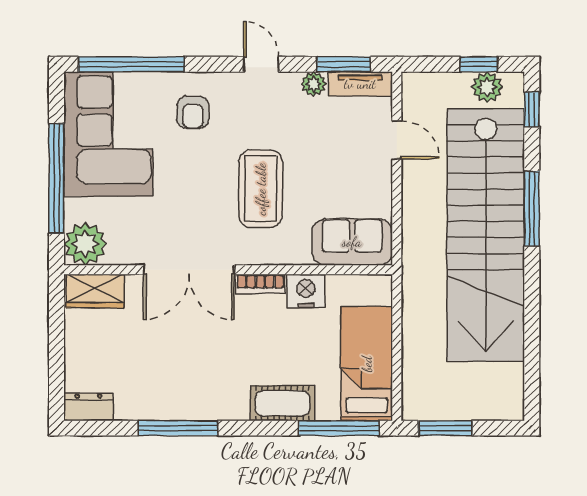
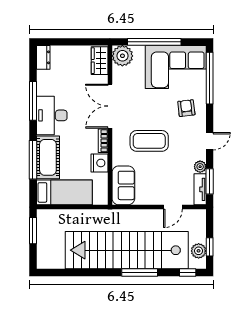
armchair: (193, 112) -> (186, 108), turned 83
desk: (208, 389) -> (52, 115), added
cot: (282, 403) -> (48, 157), width x1.37, depth x1.34
window: (339, 428) -> (33, 160), moved

